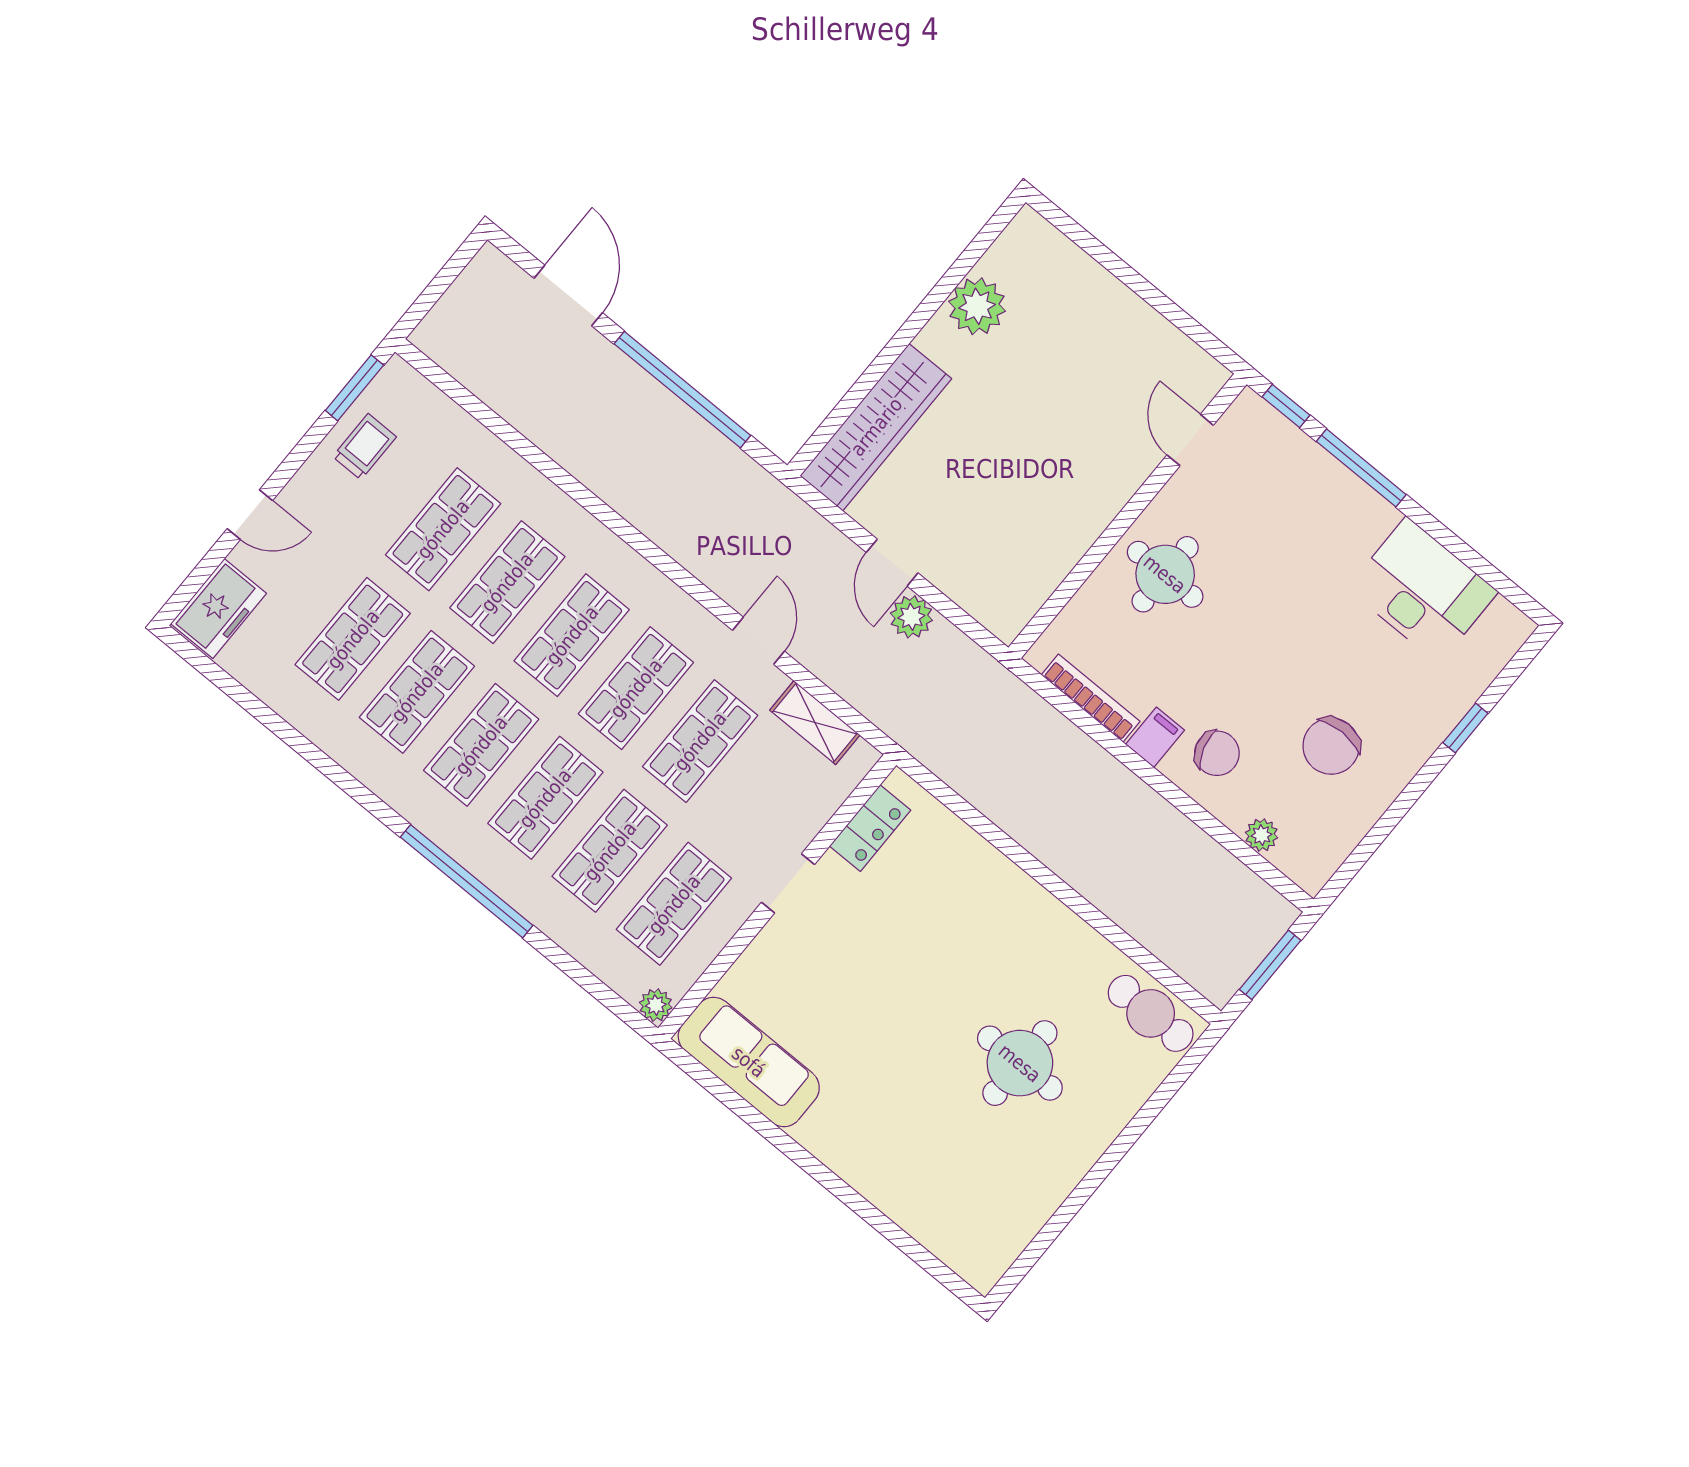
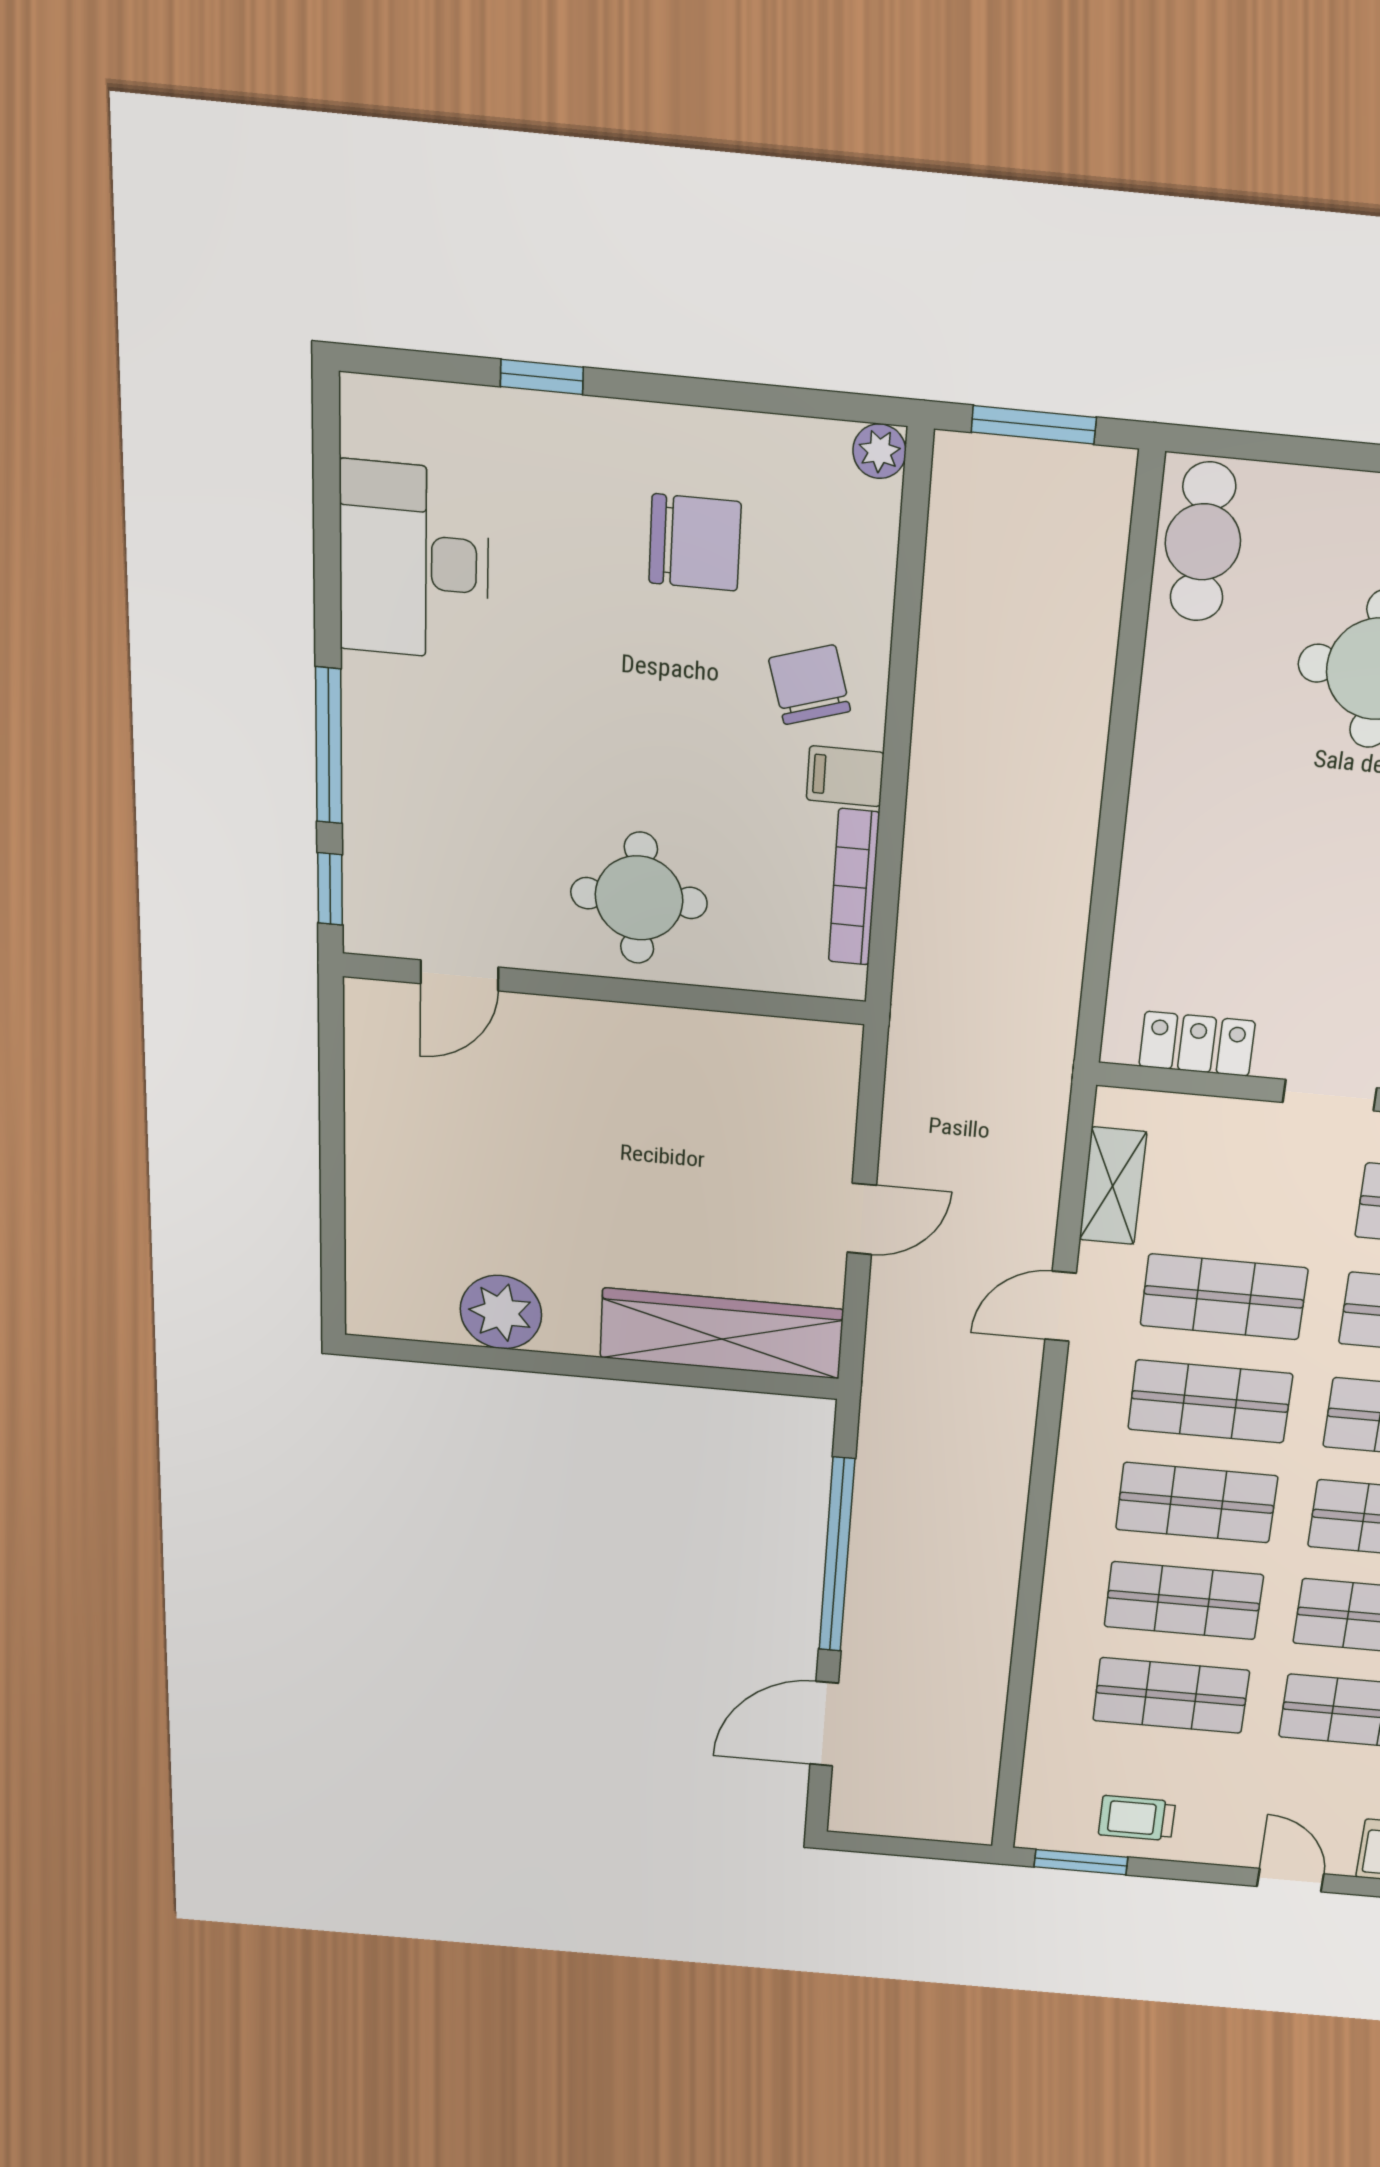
plant: (911, 617) -> (909, 1158), removed
plant: (1262, 835) -> (879, 451), moved

